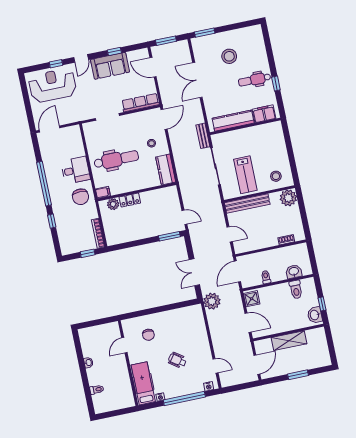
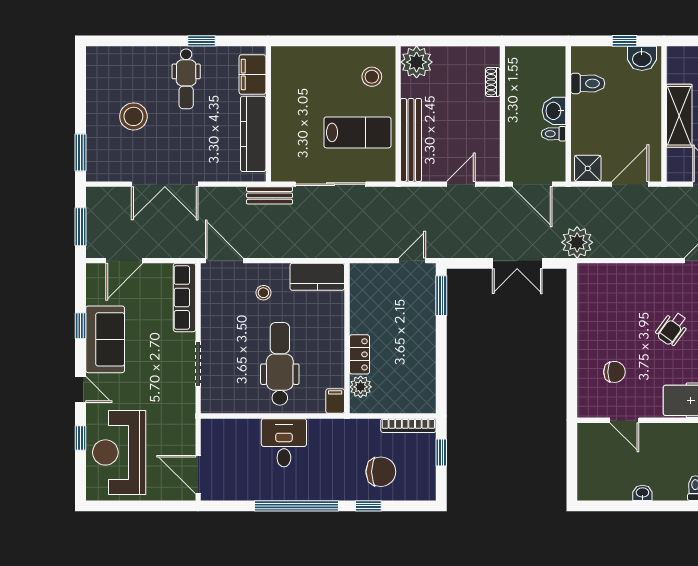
chair: (81, 197) -> (381, 472), moved
washbasin: (294, 272) -> (554, 111), moved

